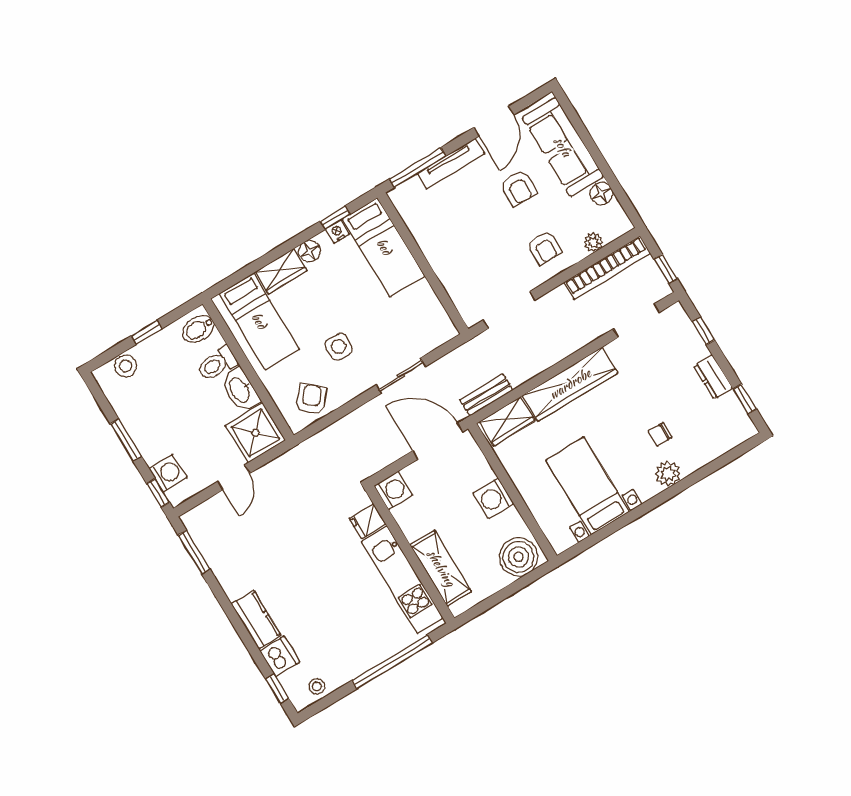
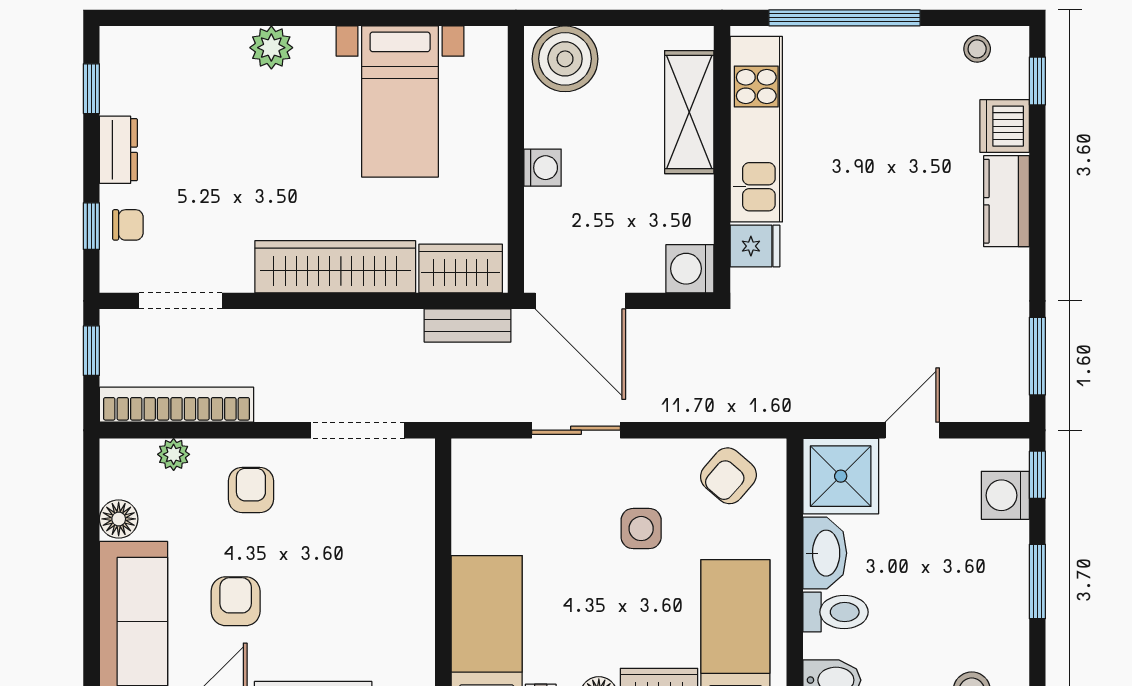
chair: (660, 434) -> (128, 225), moved
washing machine: (493, 498) -> (543, 168), width x0.73, depth x0.73

